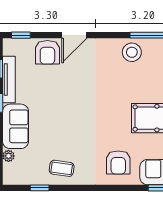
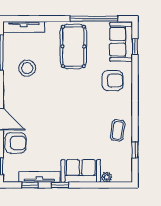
stool: (132, 52) -> (27, 68), moved

